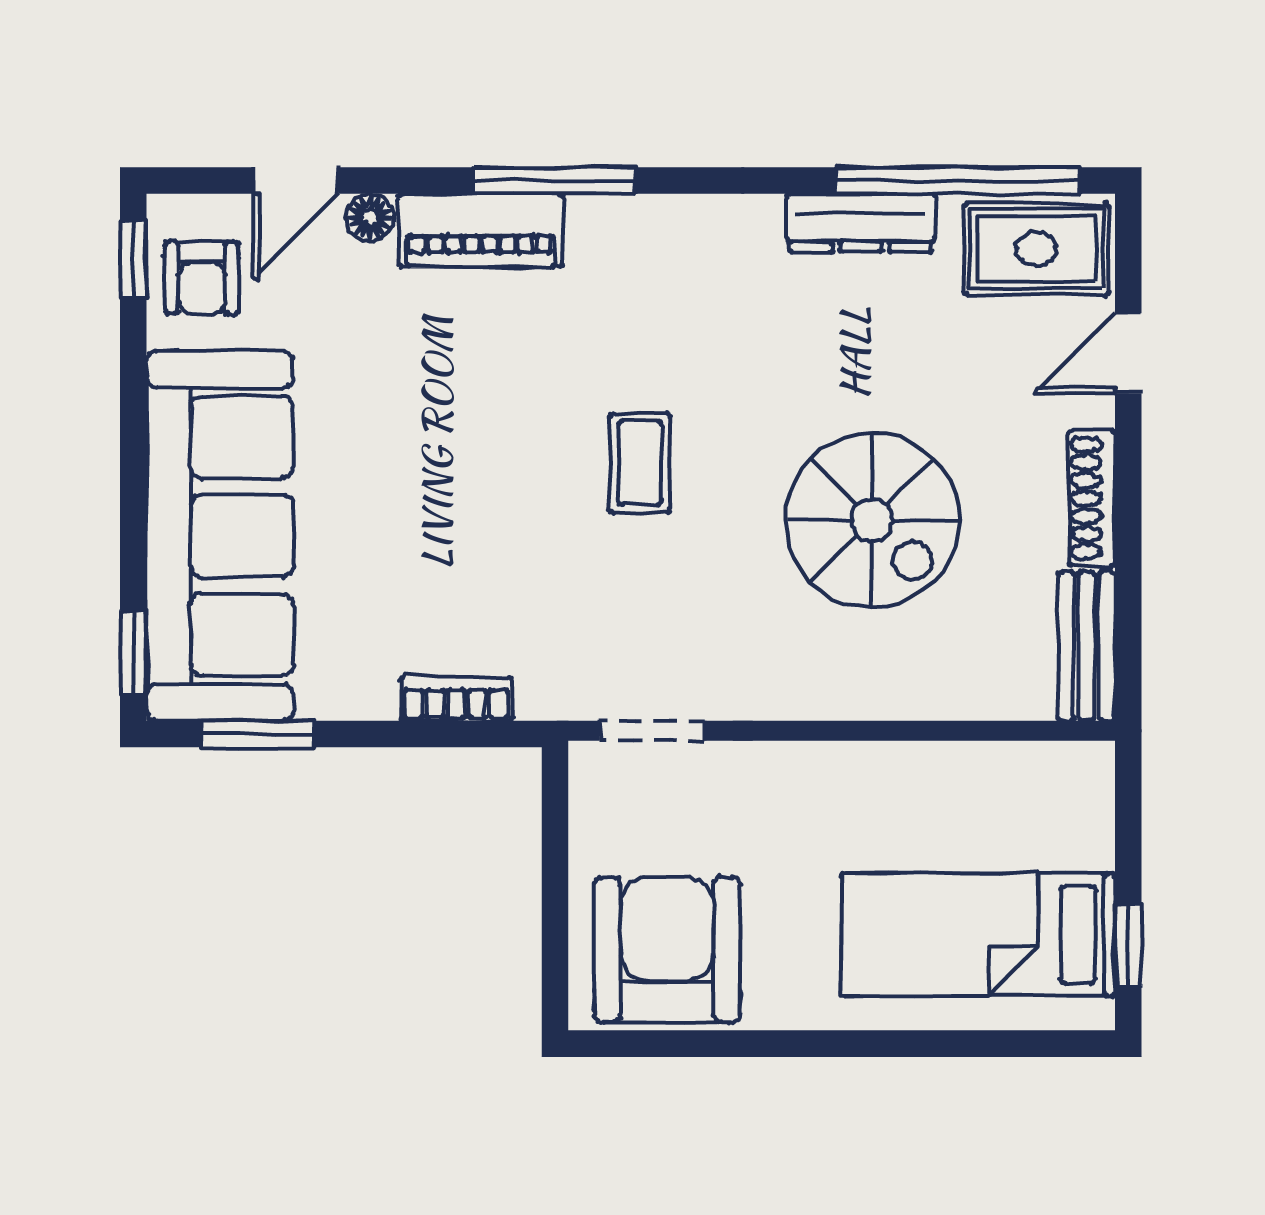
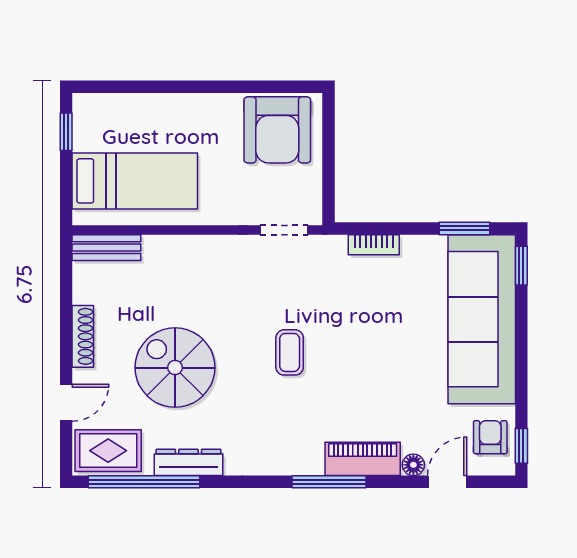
spiral stairs: (872, 520) -> (175, 368), moved
bench: (1087, 646) -> (106, 248), moved, turned 90
bed: (978, 935) -> (135, 181), moved

